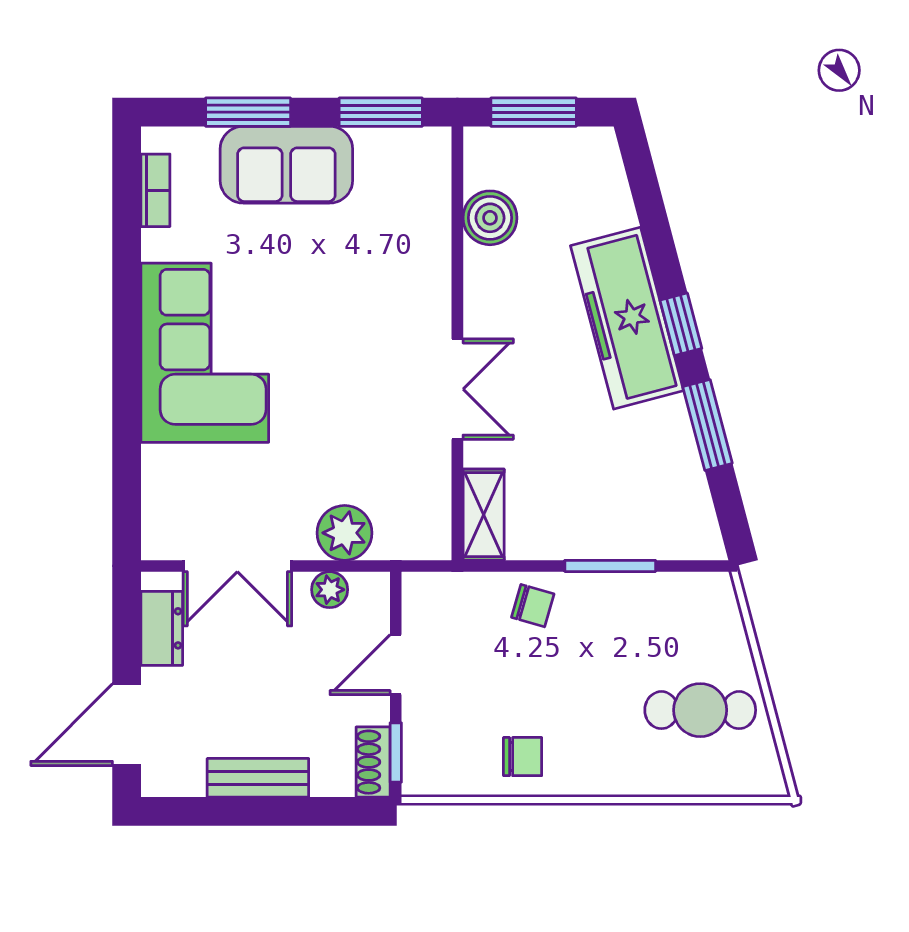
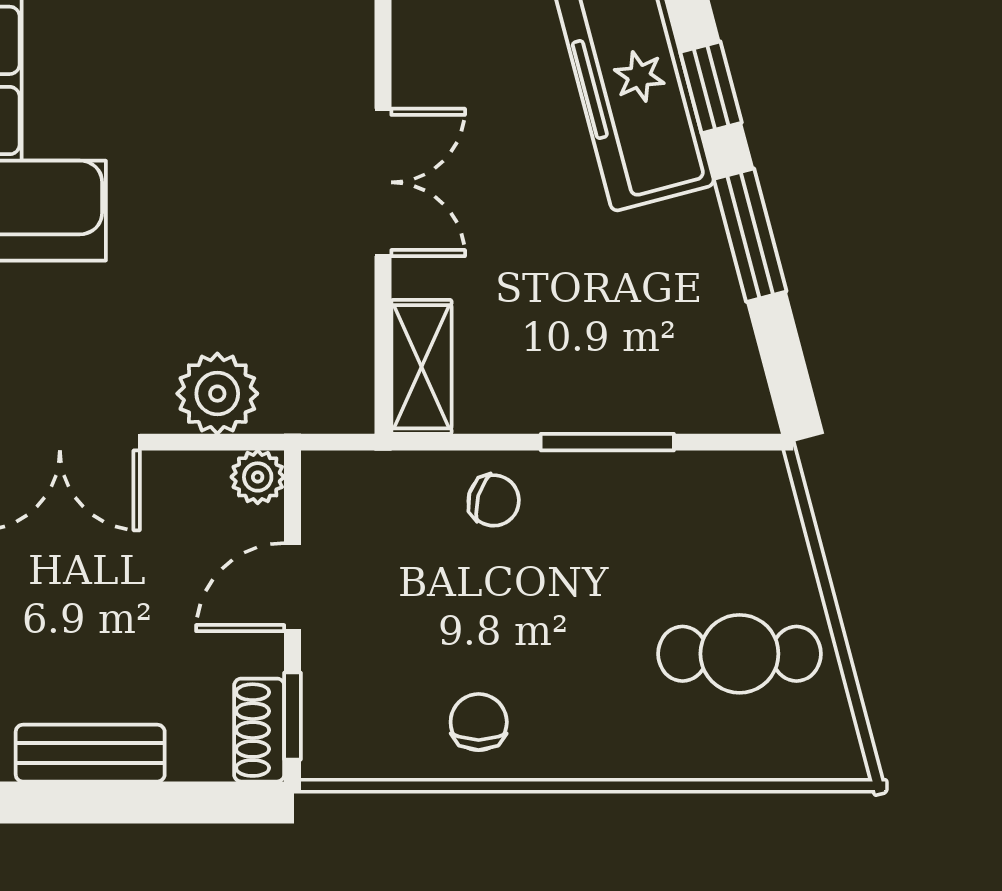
plant: (330, 590) -> (258, 477), moved
chair: (523, 757) -> (479, 722), turned -90

